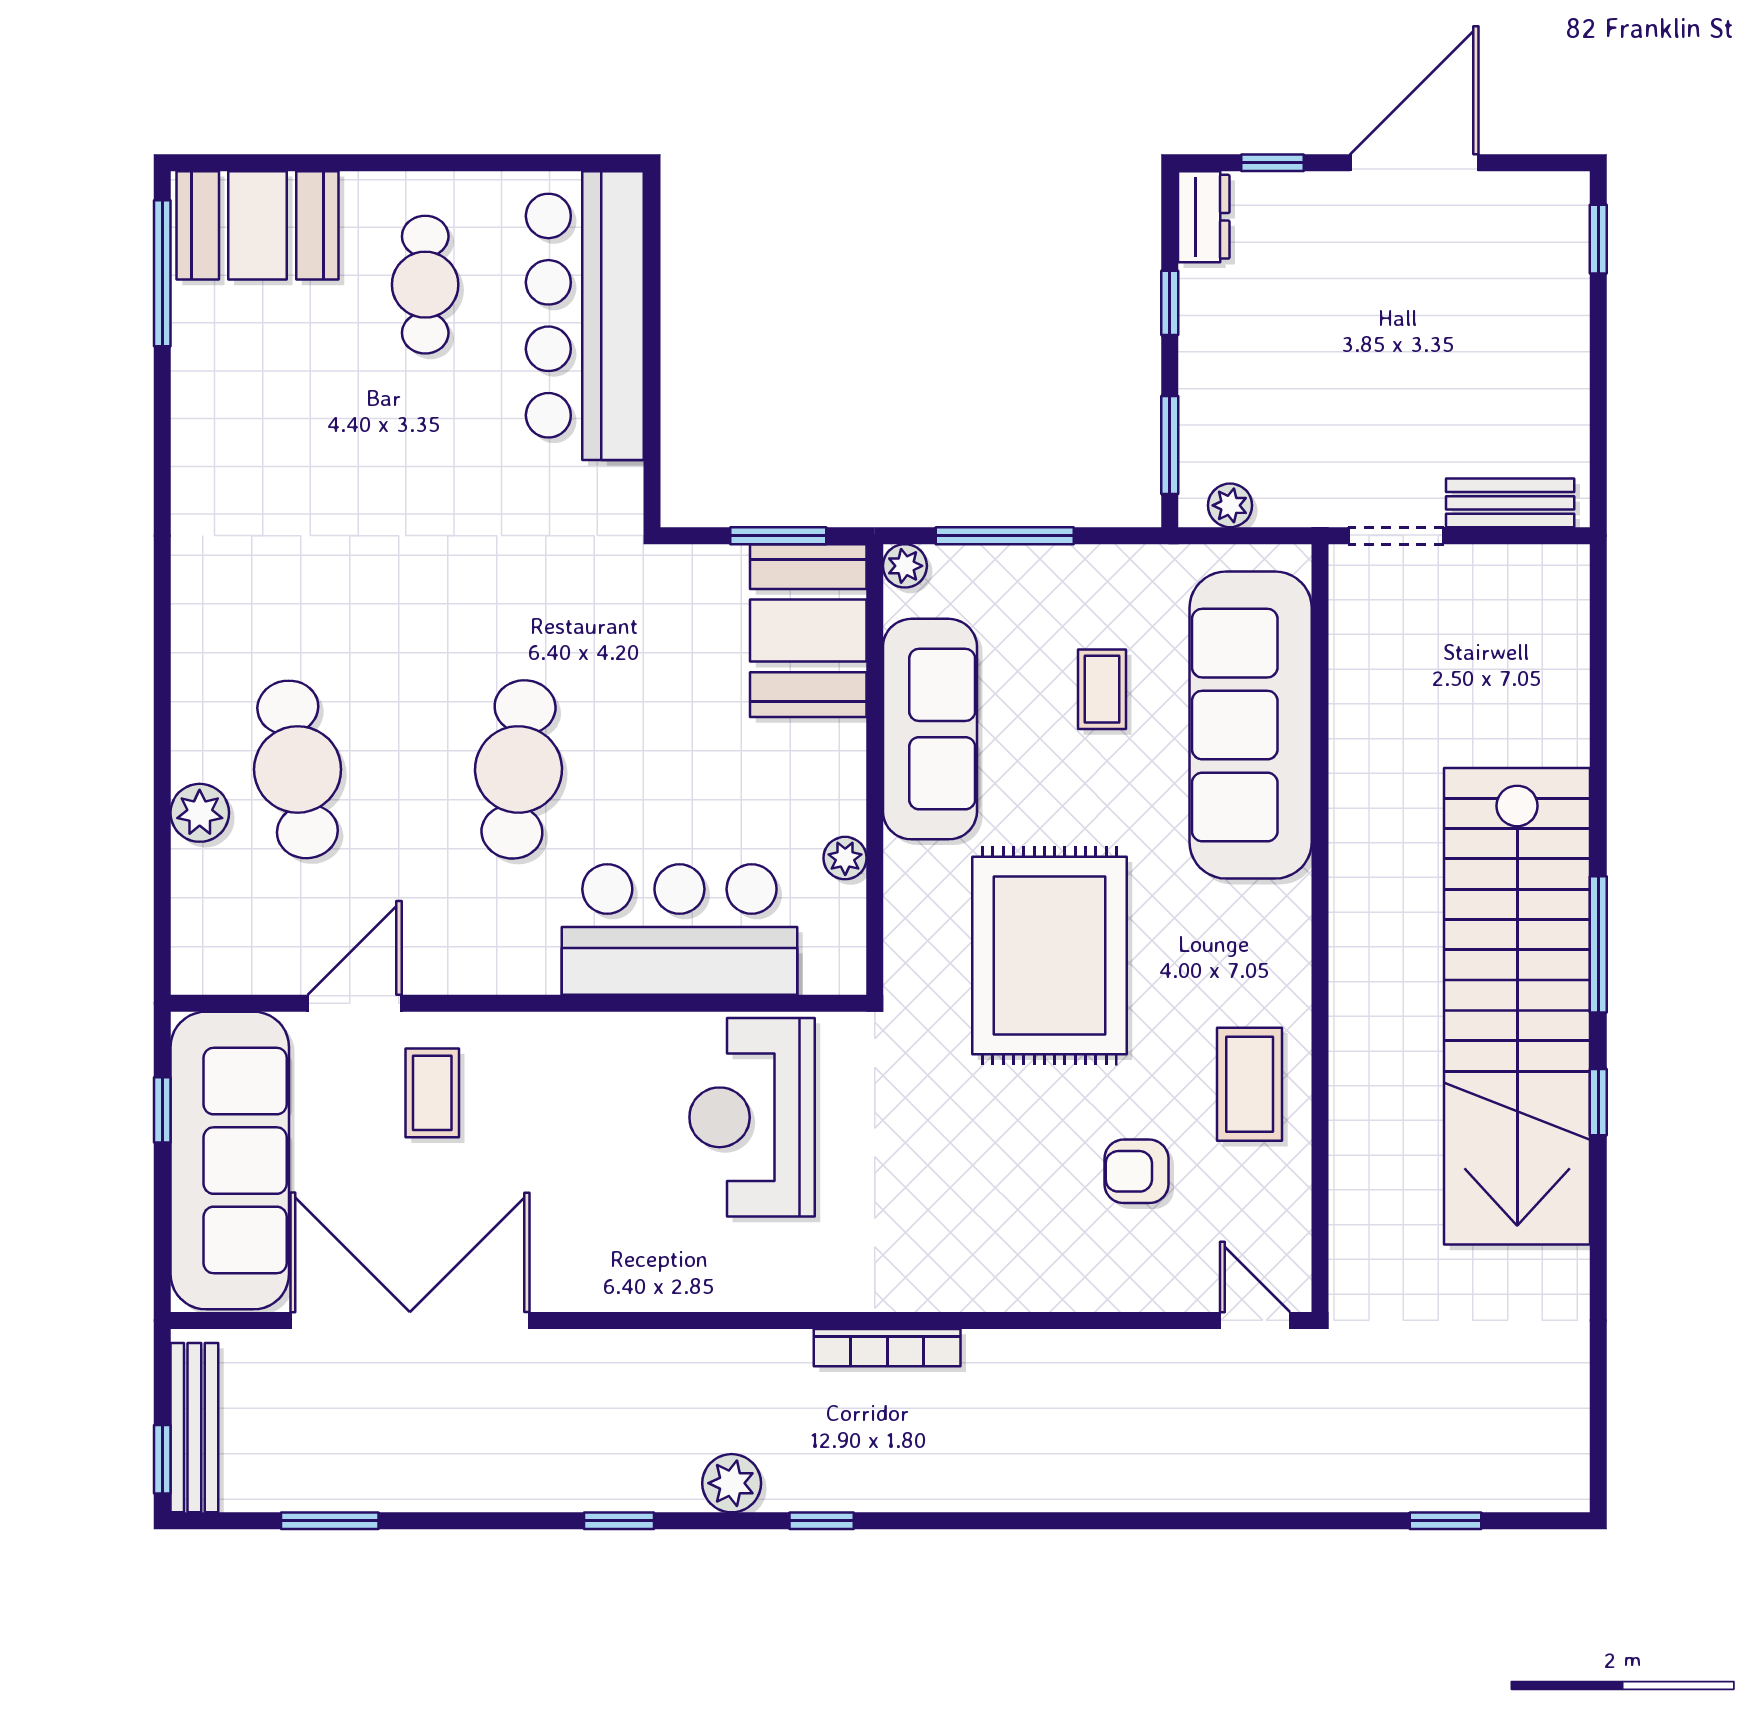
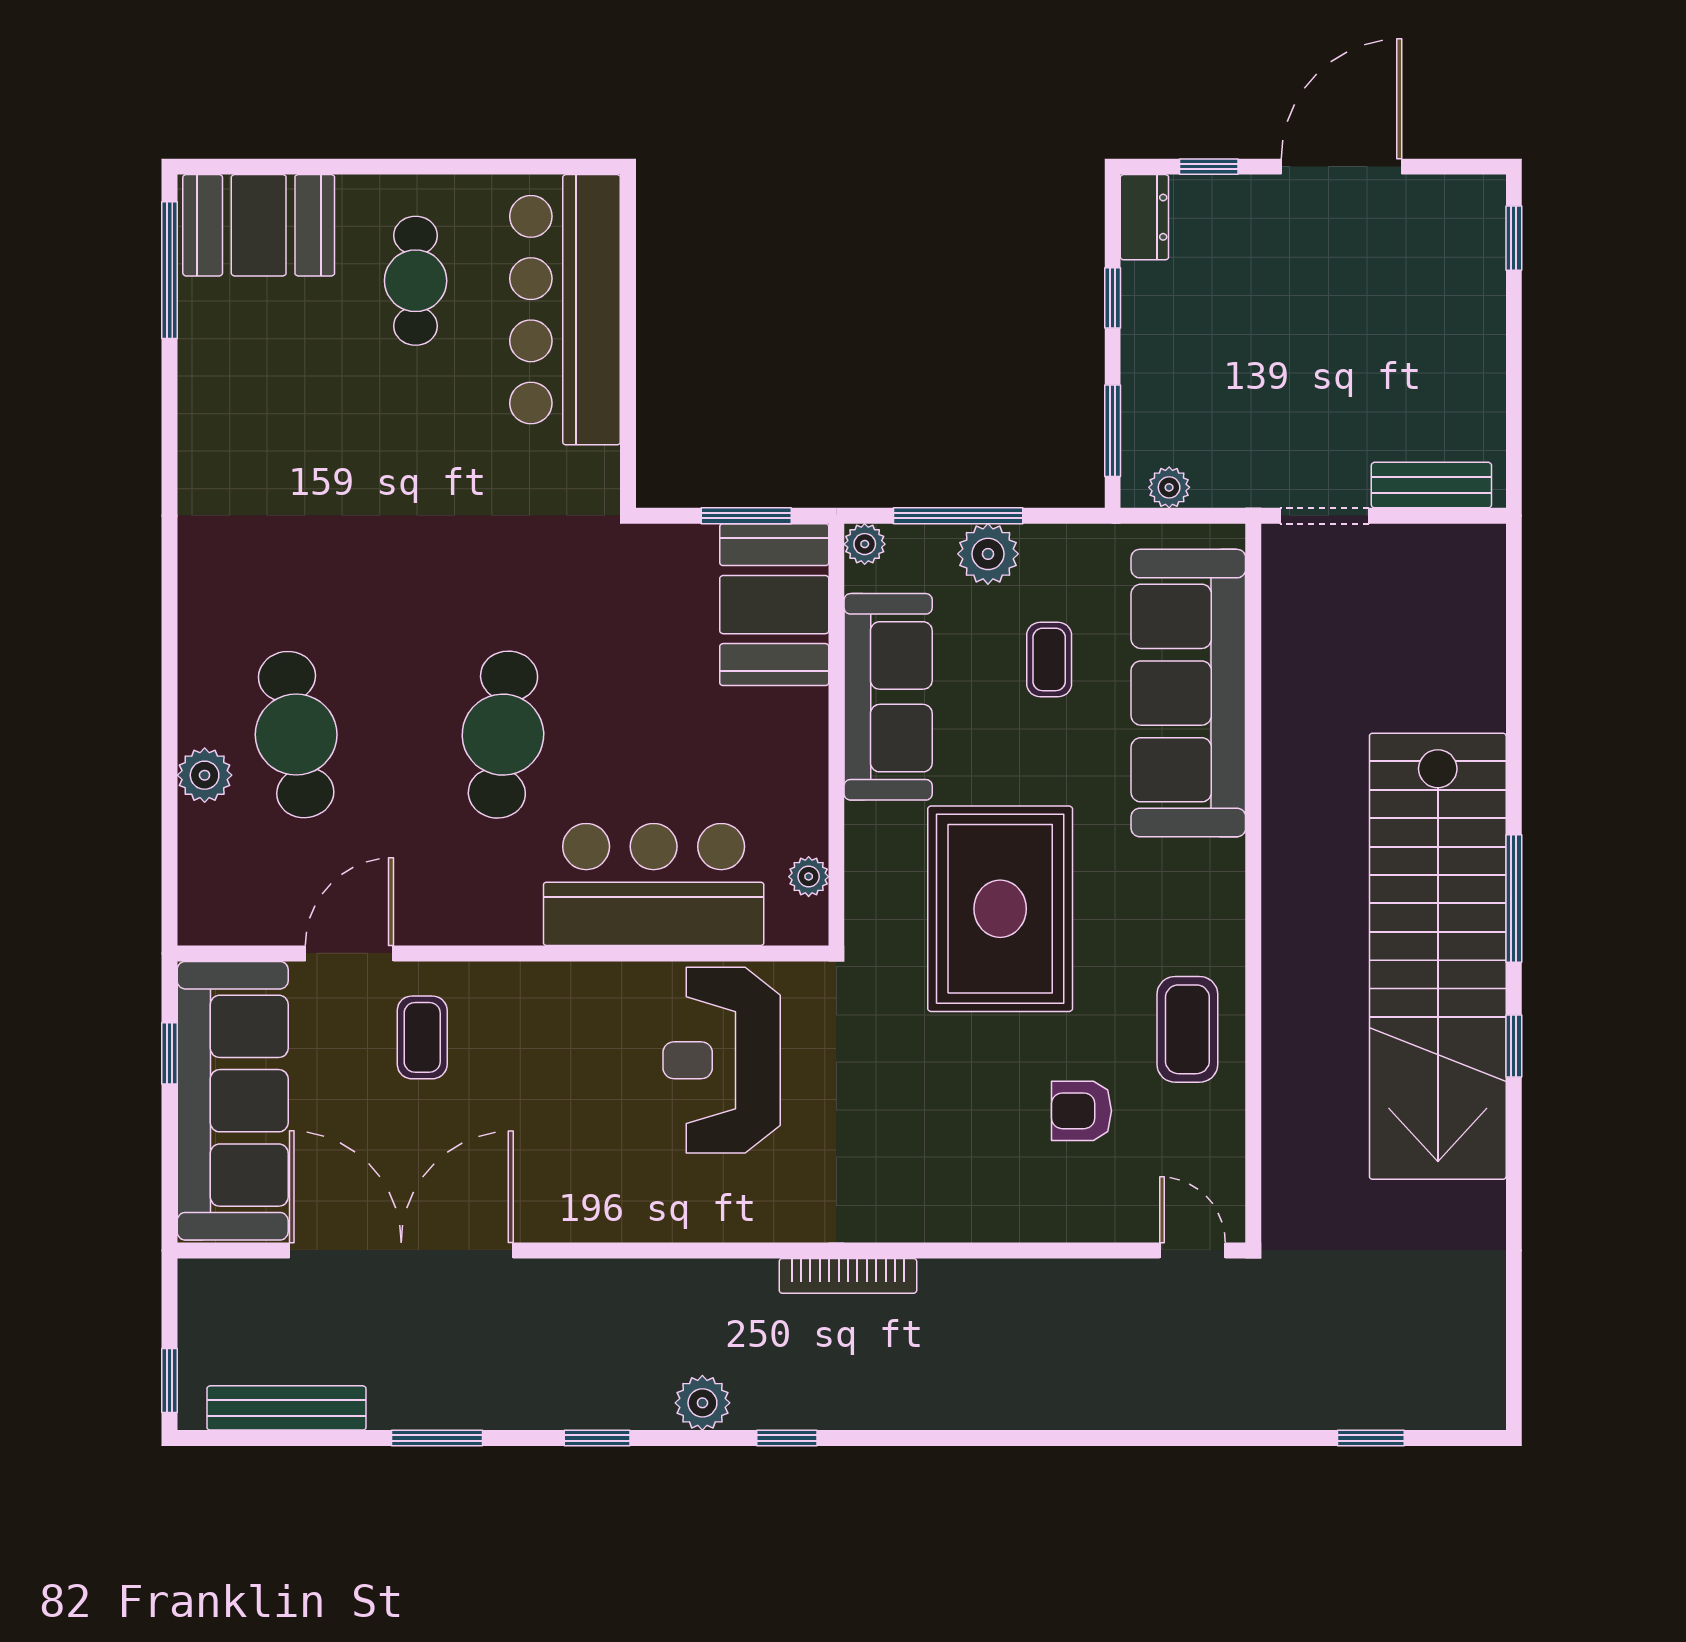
plant: (1037, 576) -> (988, 554), added
plant: (845, 858) -> (809, 877), moved
bench: (194, 1428) -> (287, 1408), moved, turned 90
window: (330, 1521) -> (437, 1438), moved

